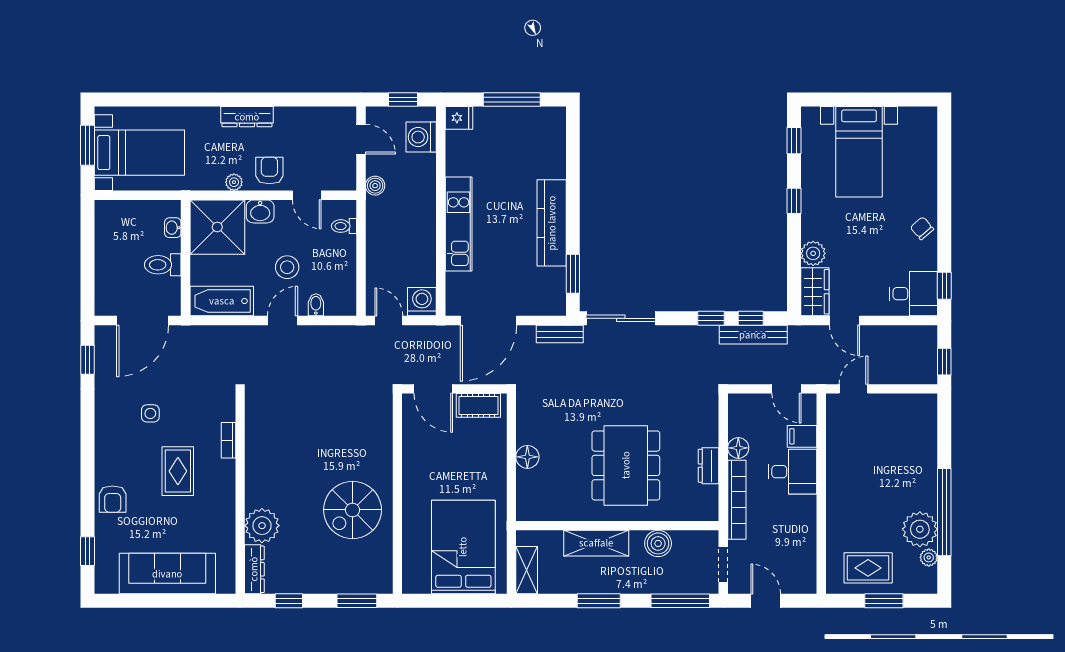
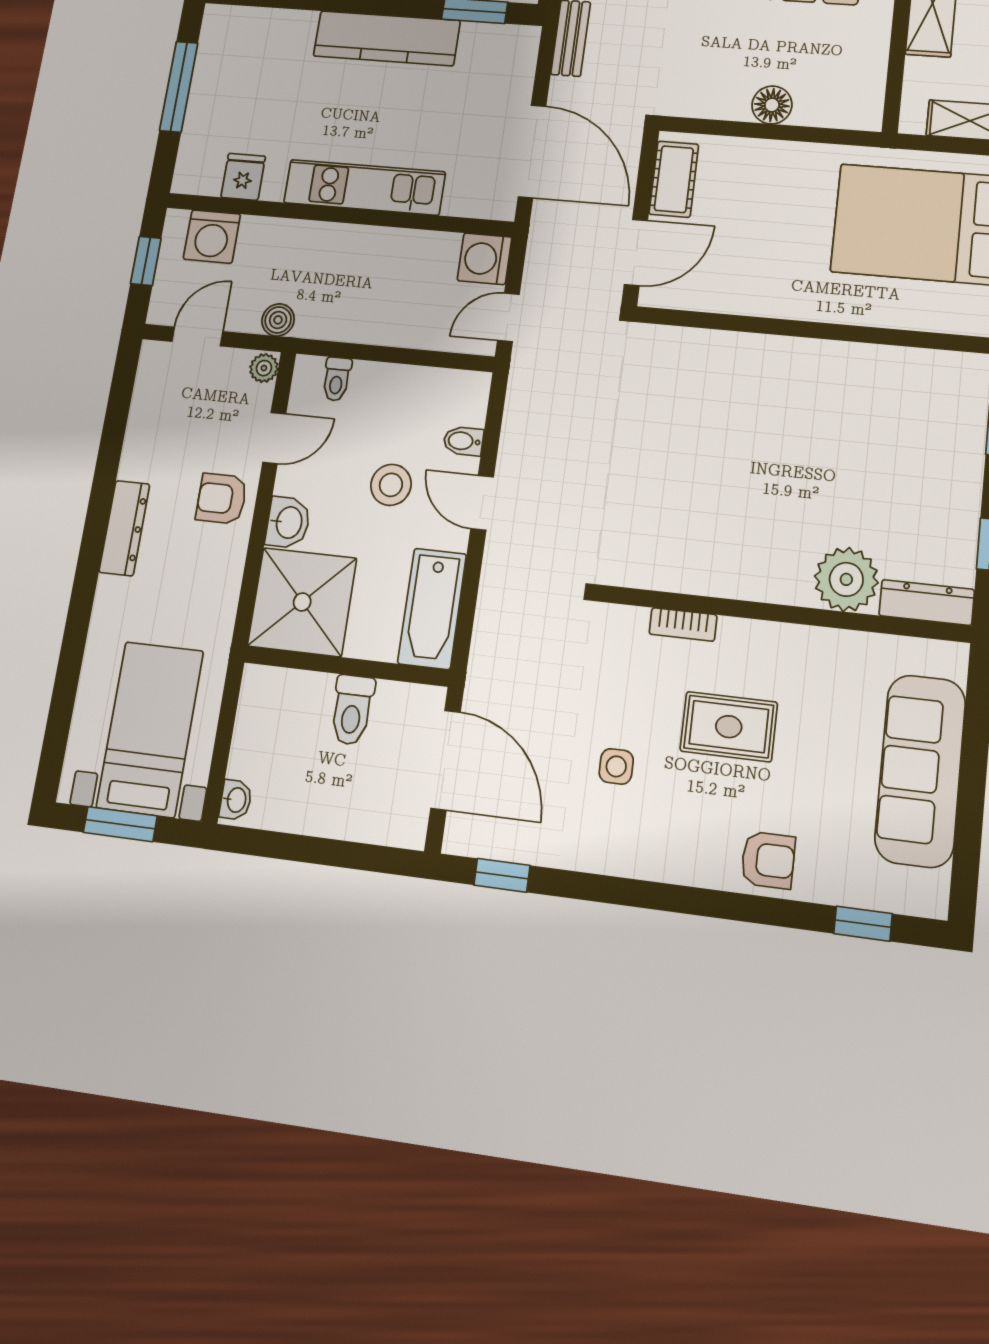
fridge: (459, 118) -> (243, 177), moved
plant: (234, 182) -> (264, 368), moved
washbasin: (173, 228) -> (236, 800), moved, turned -90
spiral stairs: (353, 510) -> (834, 412), removed

